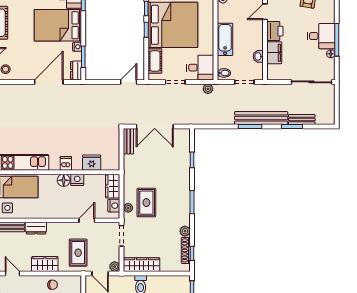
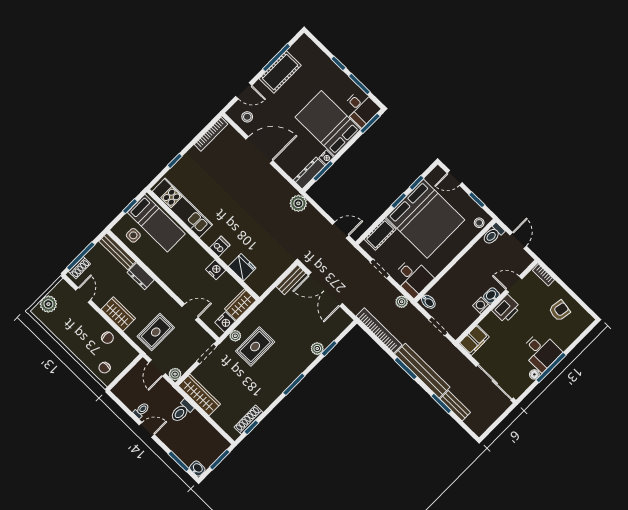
bathtub: (225, 39) -> (457, 274), removed
washing machine: (258, 44) -> (481, 306), added
filing cabinet: (274, 53) -> (474, 340), moved
washbasin: (258, 56) -> (492, 295), moved
dresser: (76, 70) -> (309, 173), width x1.44
door: (49, 82) -> (259, 150), moved
plant: (88, 91) -> (298, 203), added
bookcase: (211, 120) -> (379, 331), added
floor lamp: (64, 180) -> (204, 259), removed
plant: (185, 231) -> (317, 349), moved

